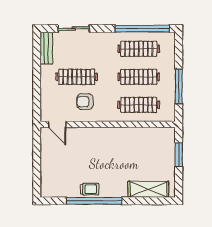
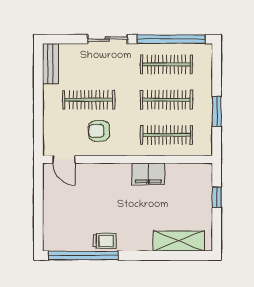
sliding door: (74, 29) -> (107, 39), moved
window: (179, 86) -> (217, 112), width x0.69
filing cabinet: (124, 136) -> (148, 174), added
window: (179, 155) -> (217, 197), width x0.67
window: (94, 201) -> (83, 256), moved

